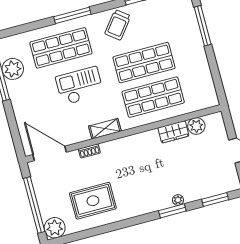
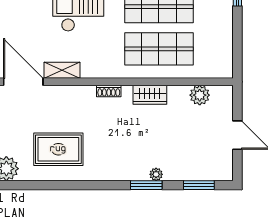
shelving: (105, 129) -> (62, 70), moved
wardrobe: (173, 132) -> (150, 95), moved
shoe rack: (89, 151) -> (109, 91), moved

